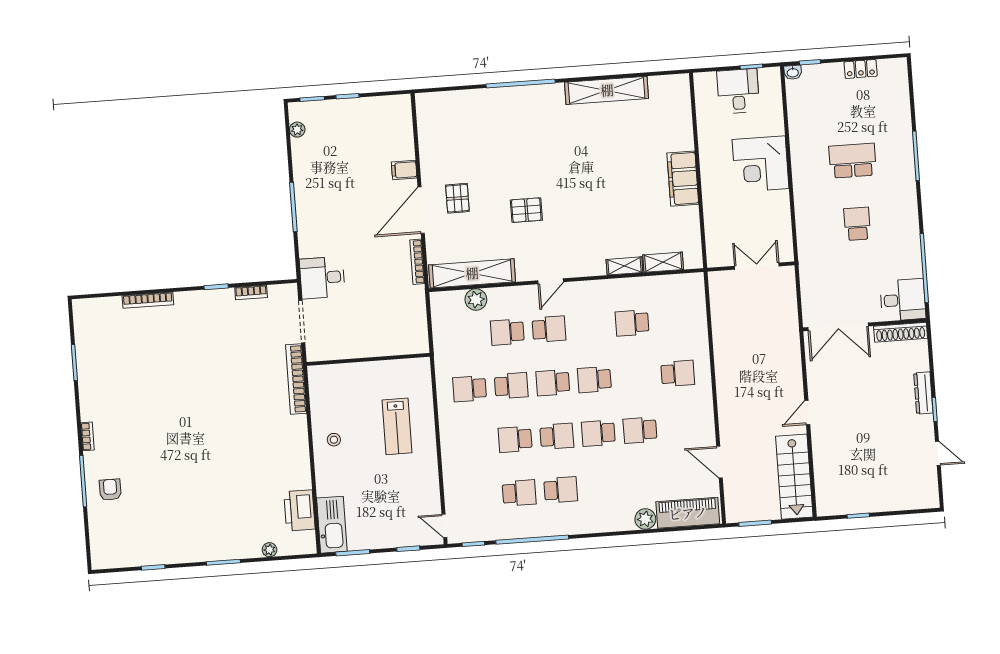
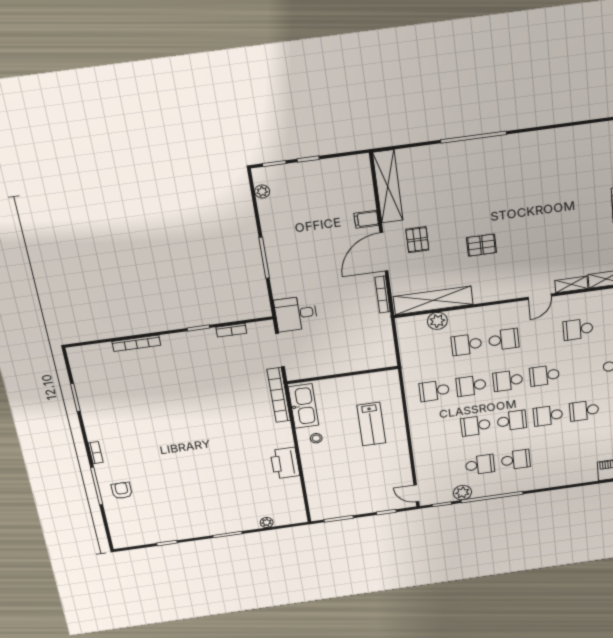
shelving: (607, 90) -> (388, 186), moved, turned 90
door: (551, 281) -> (540, 297), moved
school desk: (511, 386) -> (471, 386), turned 180
printer: (299, 510) -> (285, 463), moved
plant: (645, 519) -> (462, 493), moved
kitchen sink: (332, 525) -> (303, 406), moved

